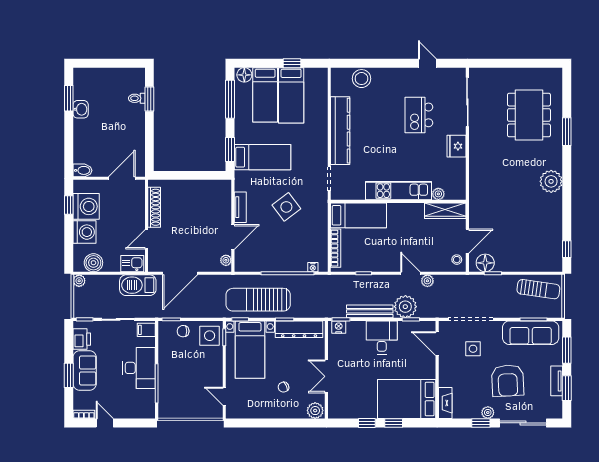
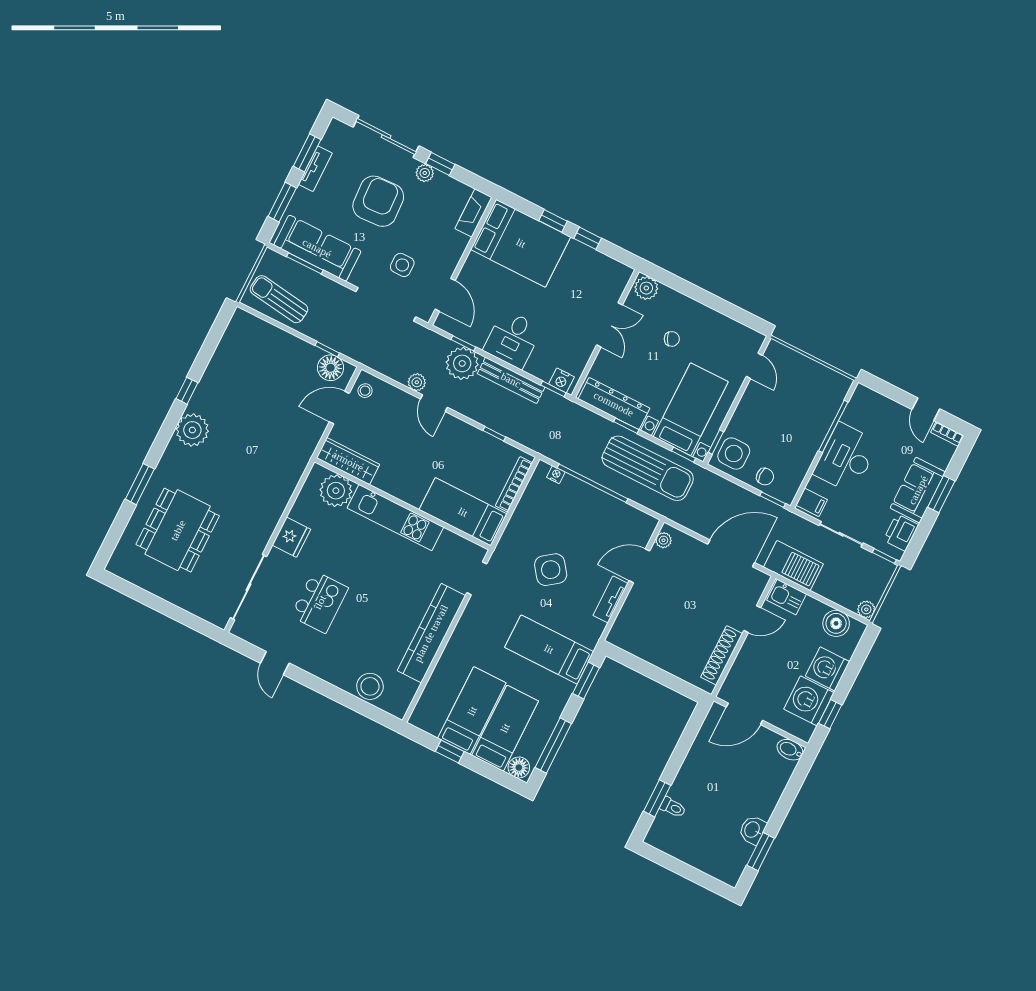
plant: (438, 194) -> (336, 491), width x1.88, depth x1.88
window: (567, 249) -> (187, 391), moved

